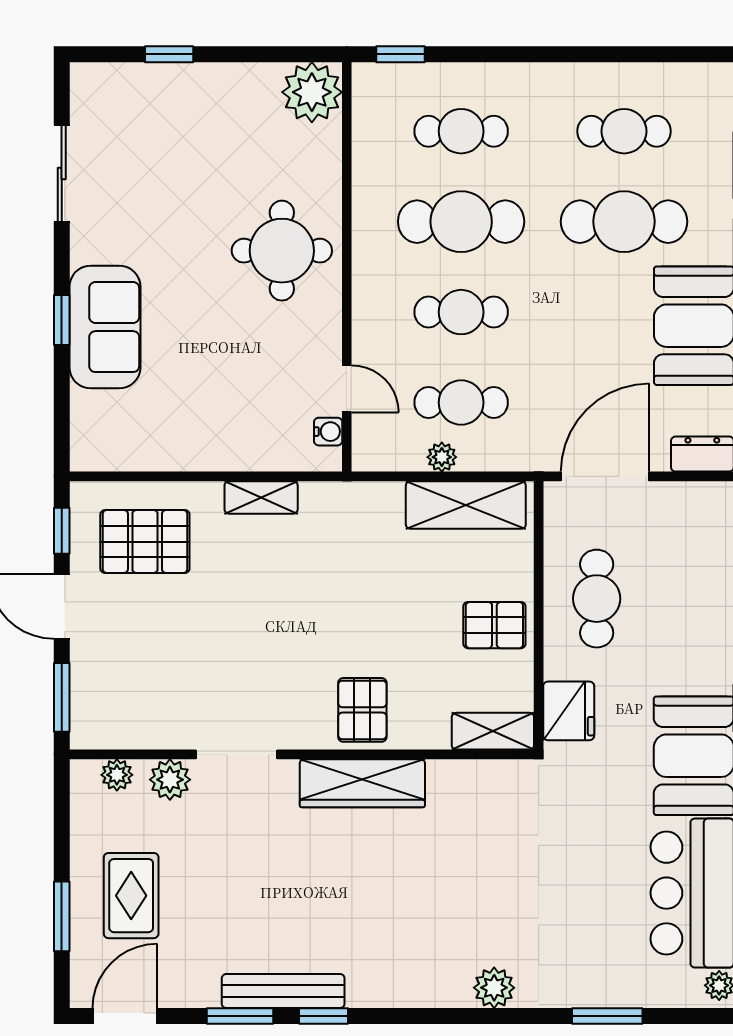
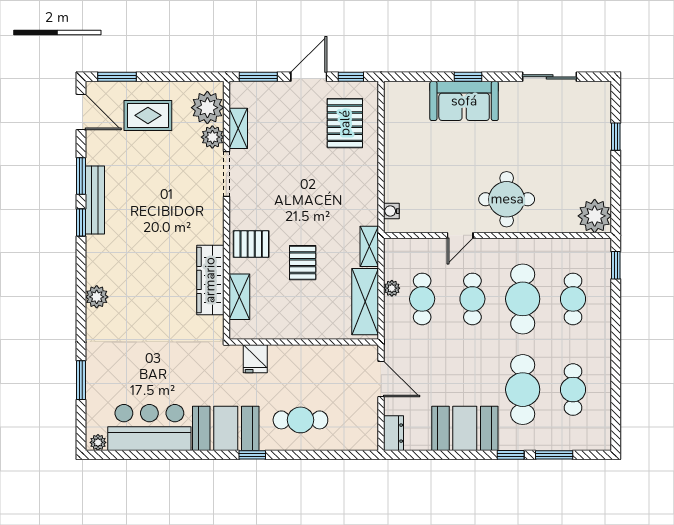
door: (347, 389) -> (460, 235), moved
water cooler: (328, 432) -> (391, 211), moved, turned 90
door: (605, 476) -> (381, 379), width x0.73
shelving: (261, 497) -> (369, 246), moved
cafe table: (597, 599) -> (300, 420), moved
pallet: (494, 625) -> (303, 263), moved
fridge: (569, 711) -> (255, 359), width x0.72
shelving: (493, 731) -> (239, 297), moved
shelving: (154, 733) -> (238, 128), added
plant: (117, 775) -> (207, 108), width x1.87, depth x1.87
wardrobe: (362, 783) -> (210, 280), moved
window: (62, 916) -> (117, 77), moved
plant: (494, 988) -> (97, 297), moved

